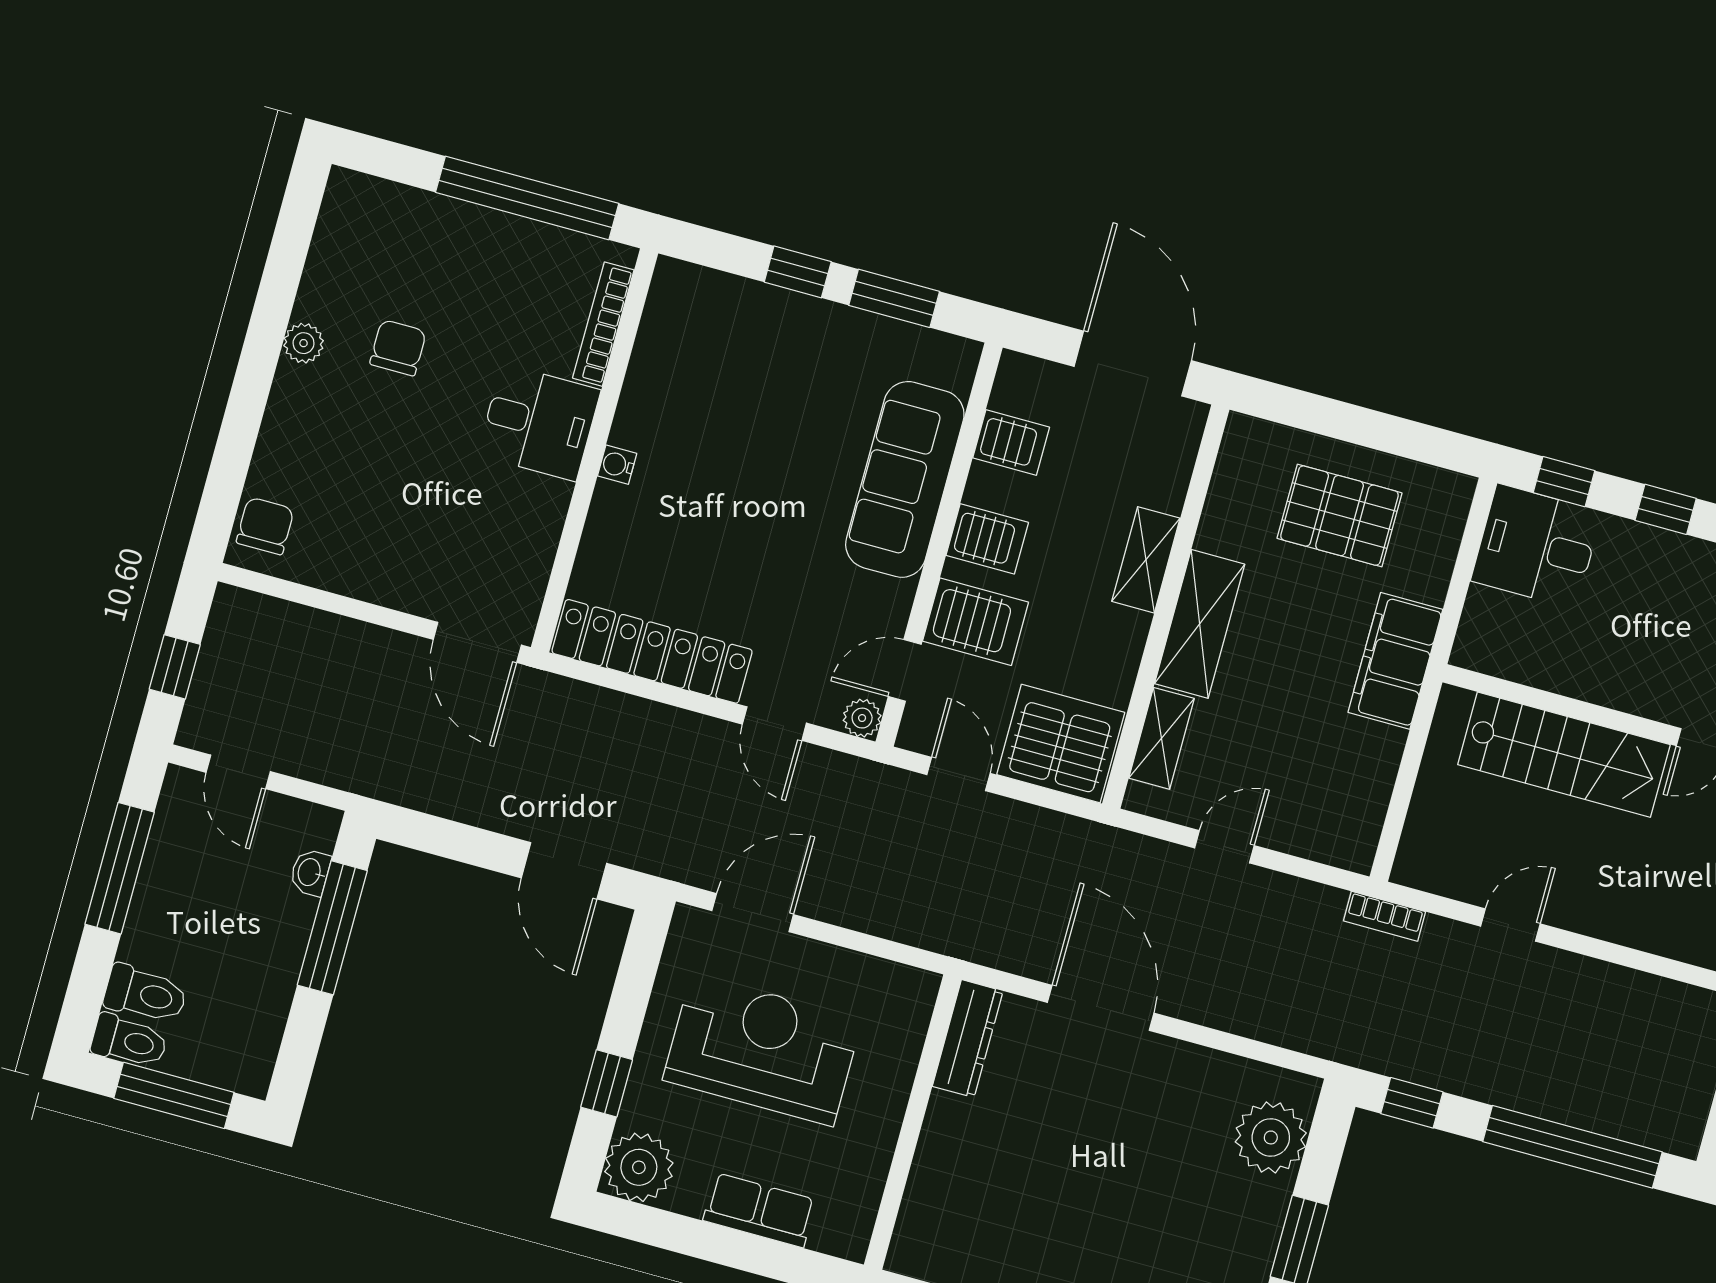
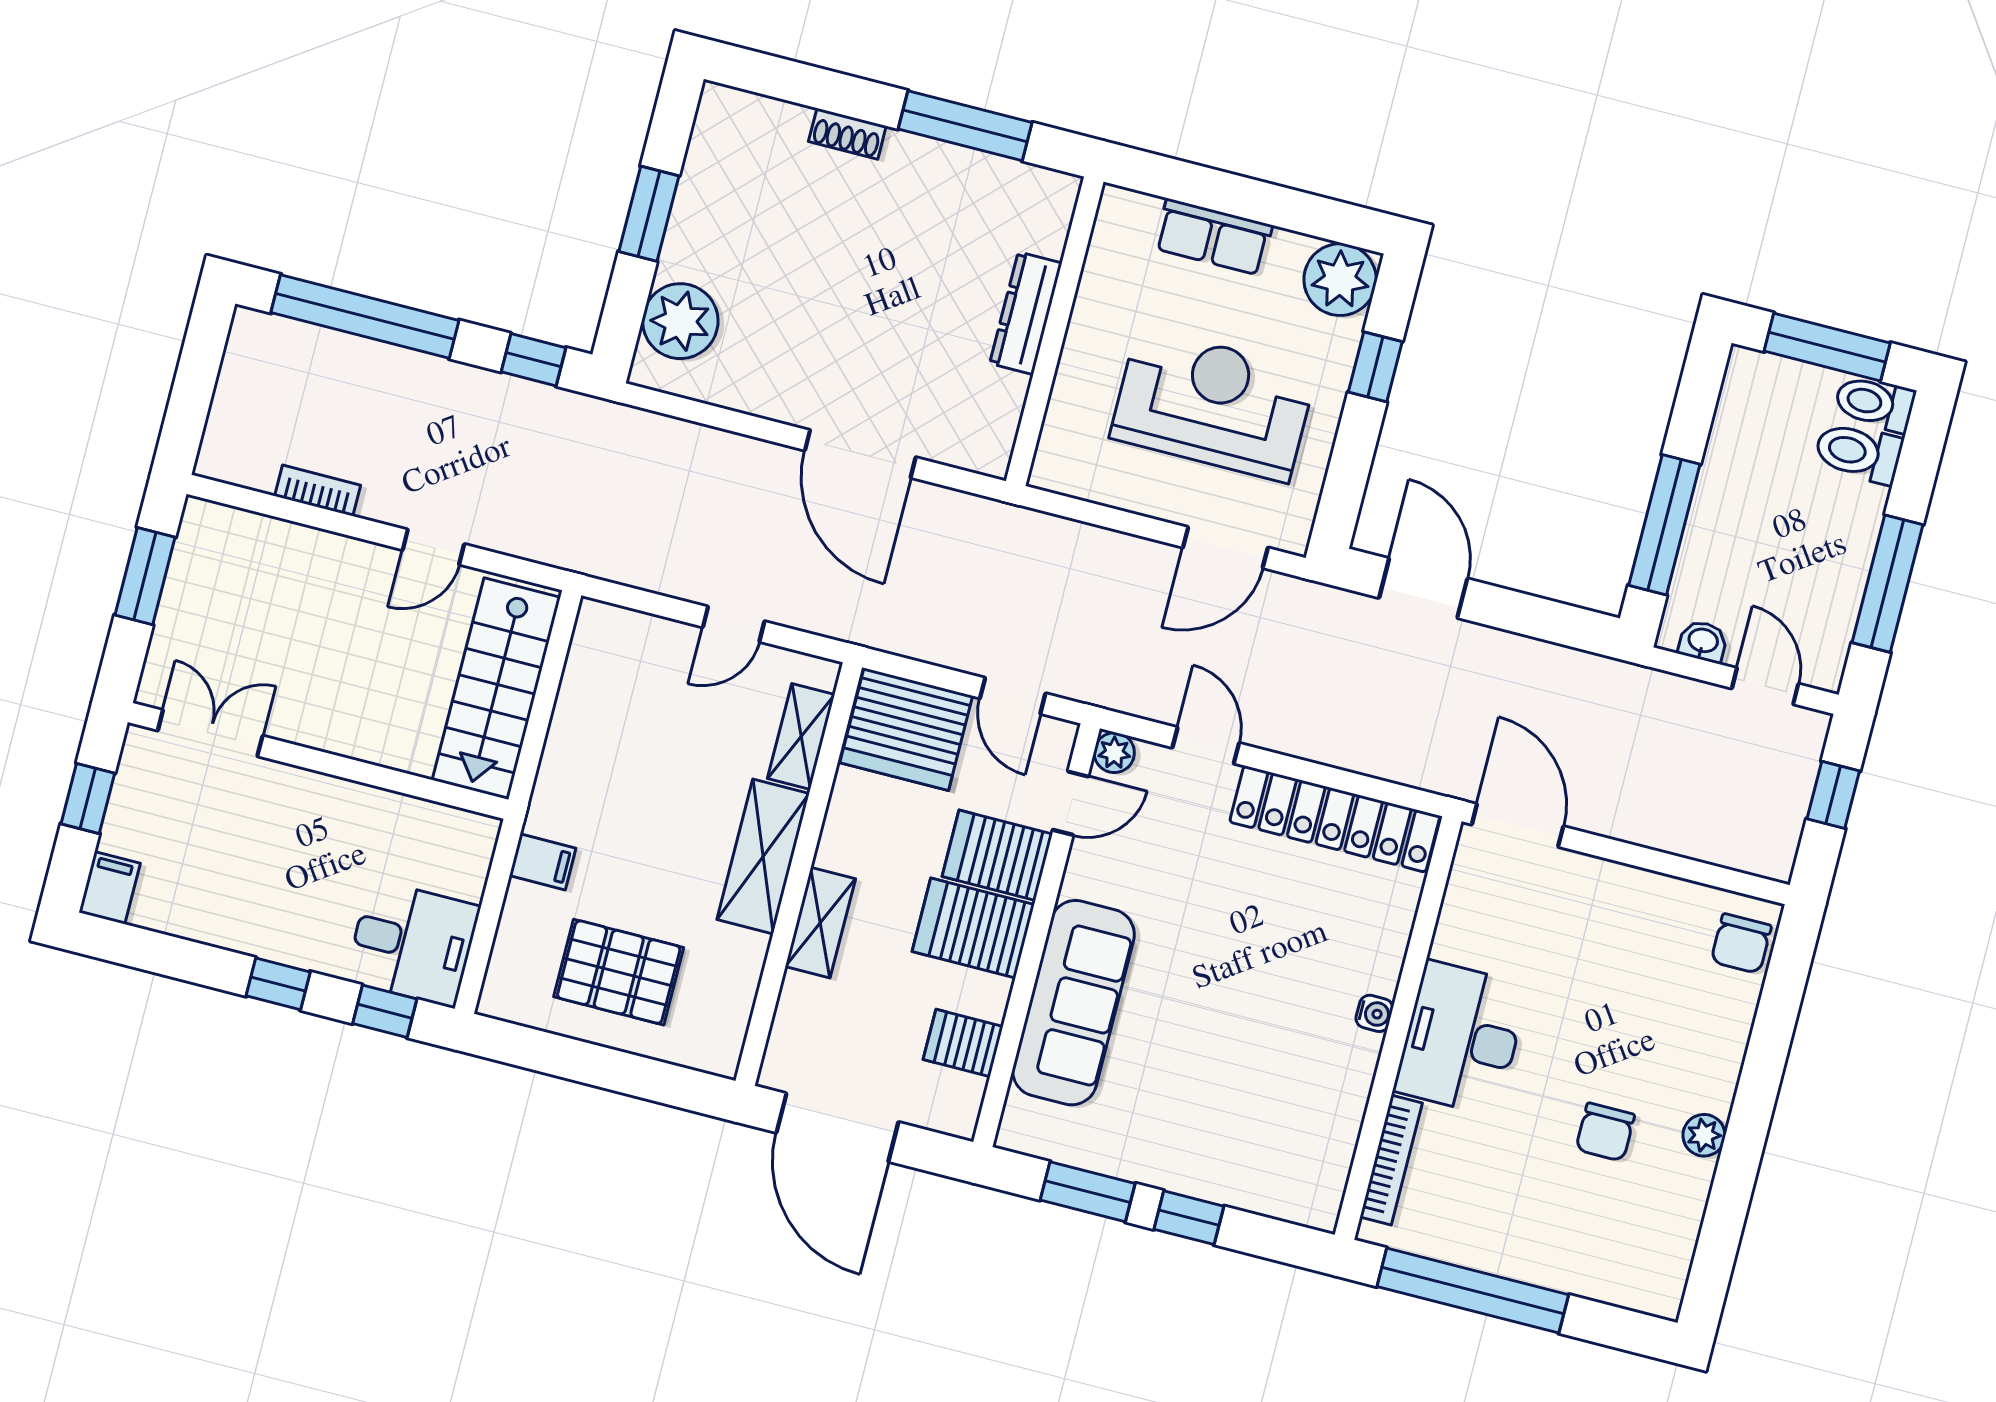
desk: (539, 422) -> (1461, 1038), width x1.37
server rack: (987, 539) -> (973, 928), width x1.36, depth x1.44
filing cabinet: (1395, 661) -> (543, 862), width x0.33, depth x0.86
stairs: (1564, 755) -> (496, 689), moved, turned -90
washbasin: (310, 872) -> (1703, 641), moved, turned -90
bookcase: (1385, 916) -> (318, 491), moved
dresser: (968, 1039) -> (1026, 313), moved
reception desk: (762, 1050) -> (1213, 405), turned 180

